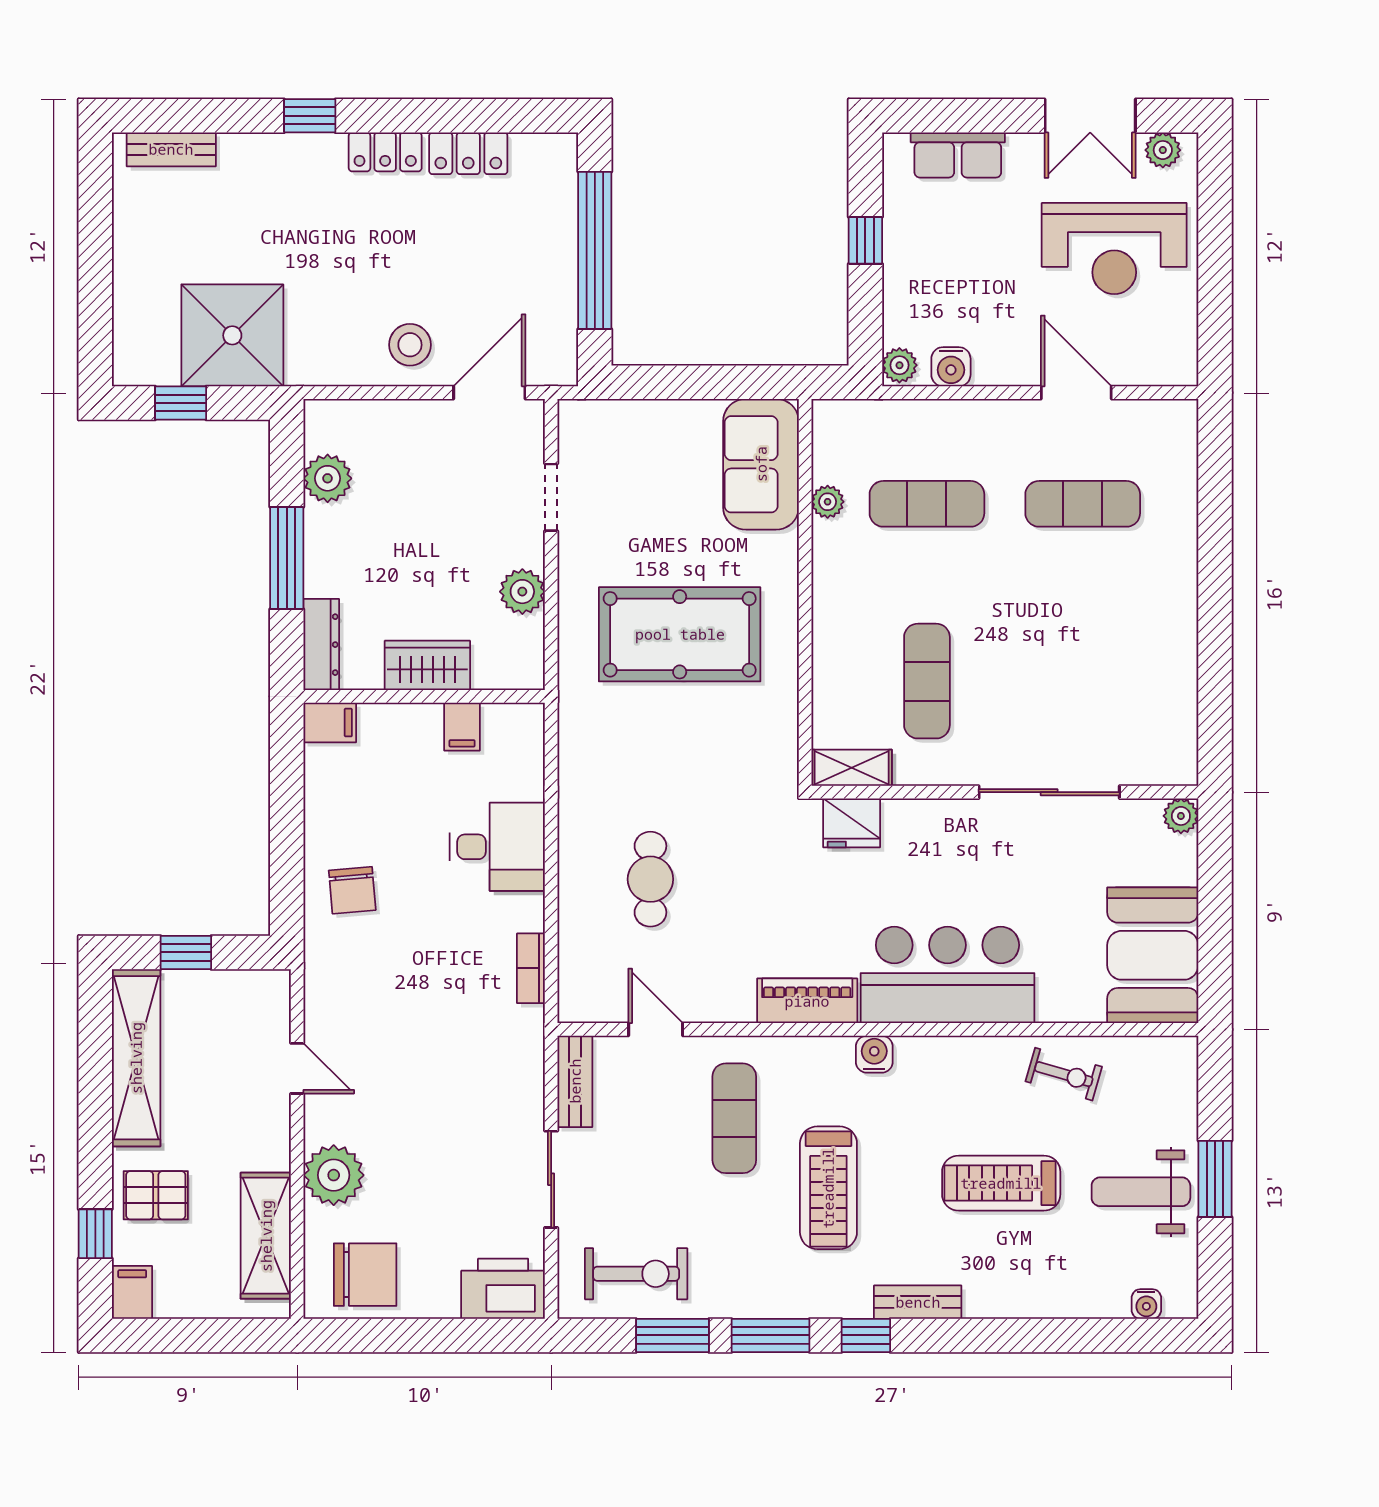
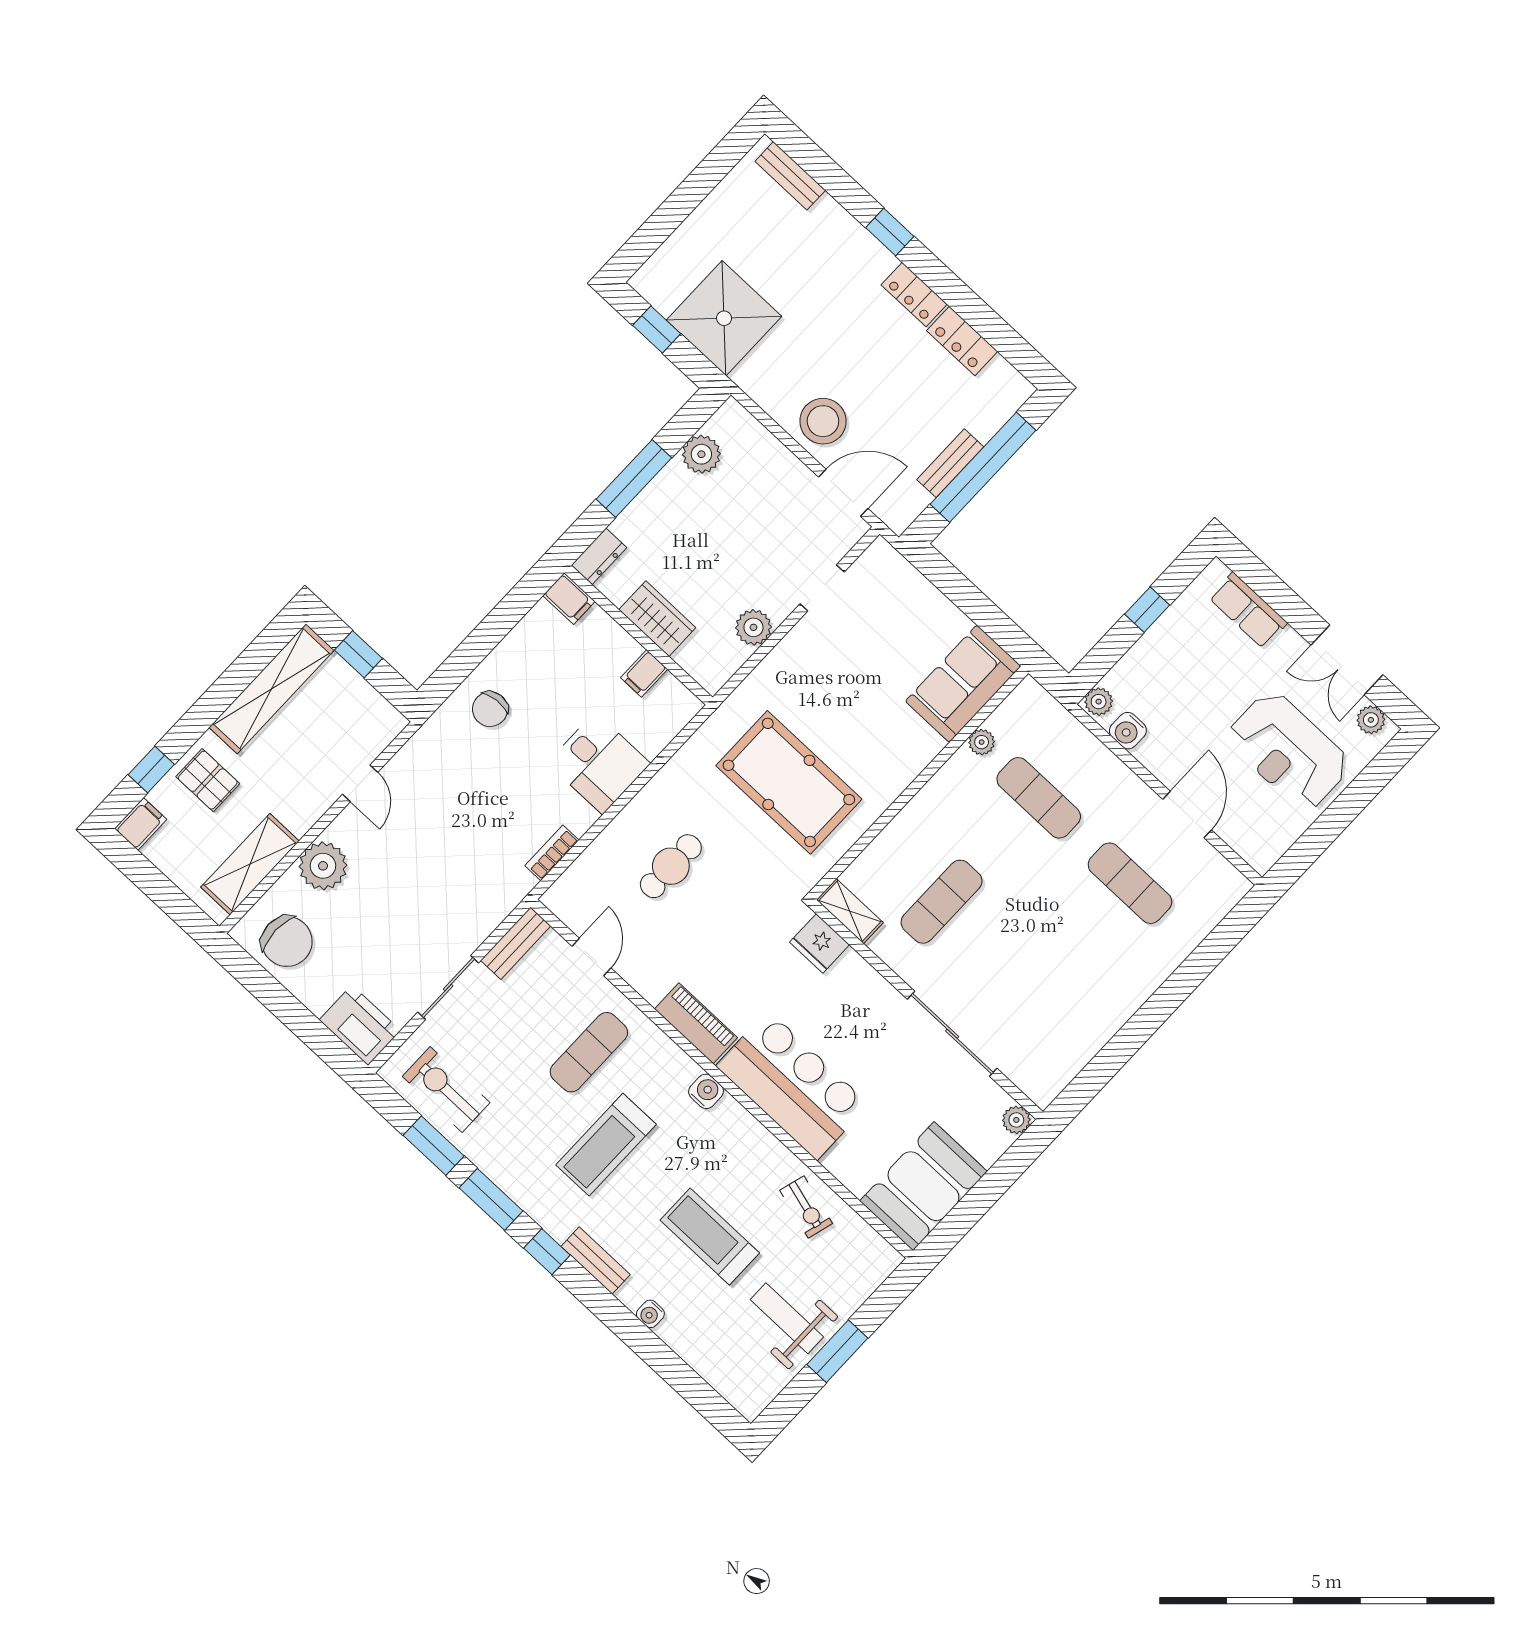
bench: (562, 275) -> (950, 463), added
stool: (410, 345) -> (823, 421), width x1.38, depth x1.38
pool table: (680, 634) -> (789, 782), moved
dresser: (321, 645) -> (599, 556), width x0.70
exercise bike: (636, 1274) -> (446, 1089), turned 180
water cooler: (1146, 1304) -> (650, 1314), moved

